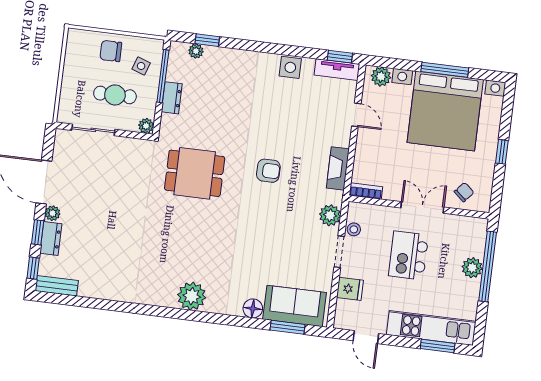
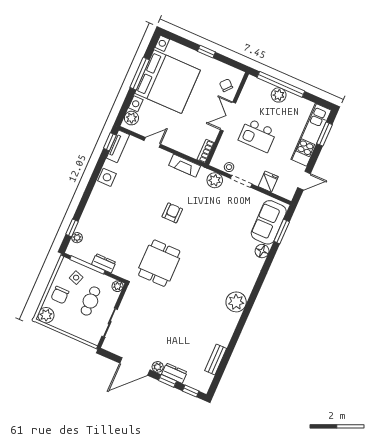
plant: (78, 40) -> (46, 315), added
bench: (57, 286) -> (216, 360), moved
plant: (192, 296) -> (236, 302), moved

